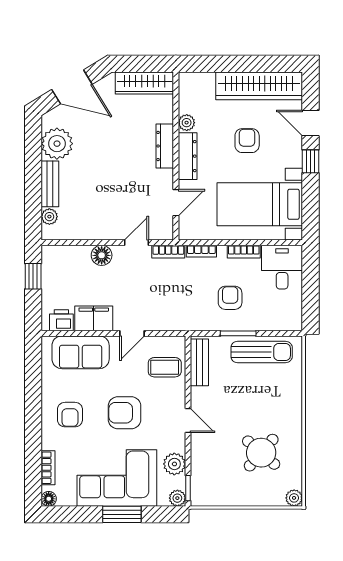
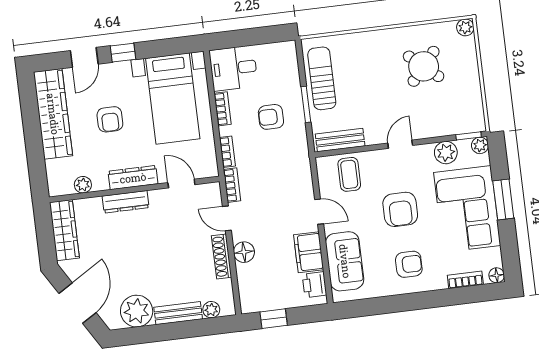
plant: (187, 123) -> (83, 185), moved
armchair: (247, 141) -> (110, 119), turned -90
shoe rack: (100, 233) -> (222, 256), added

